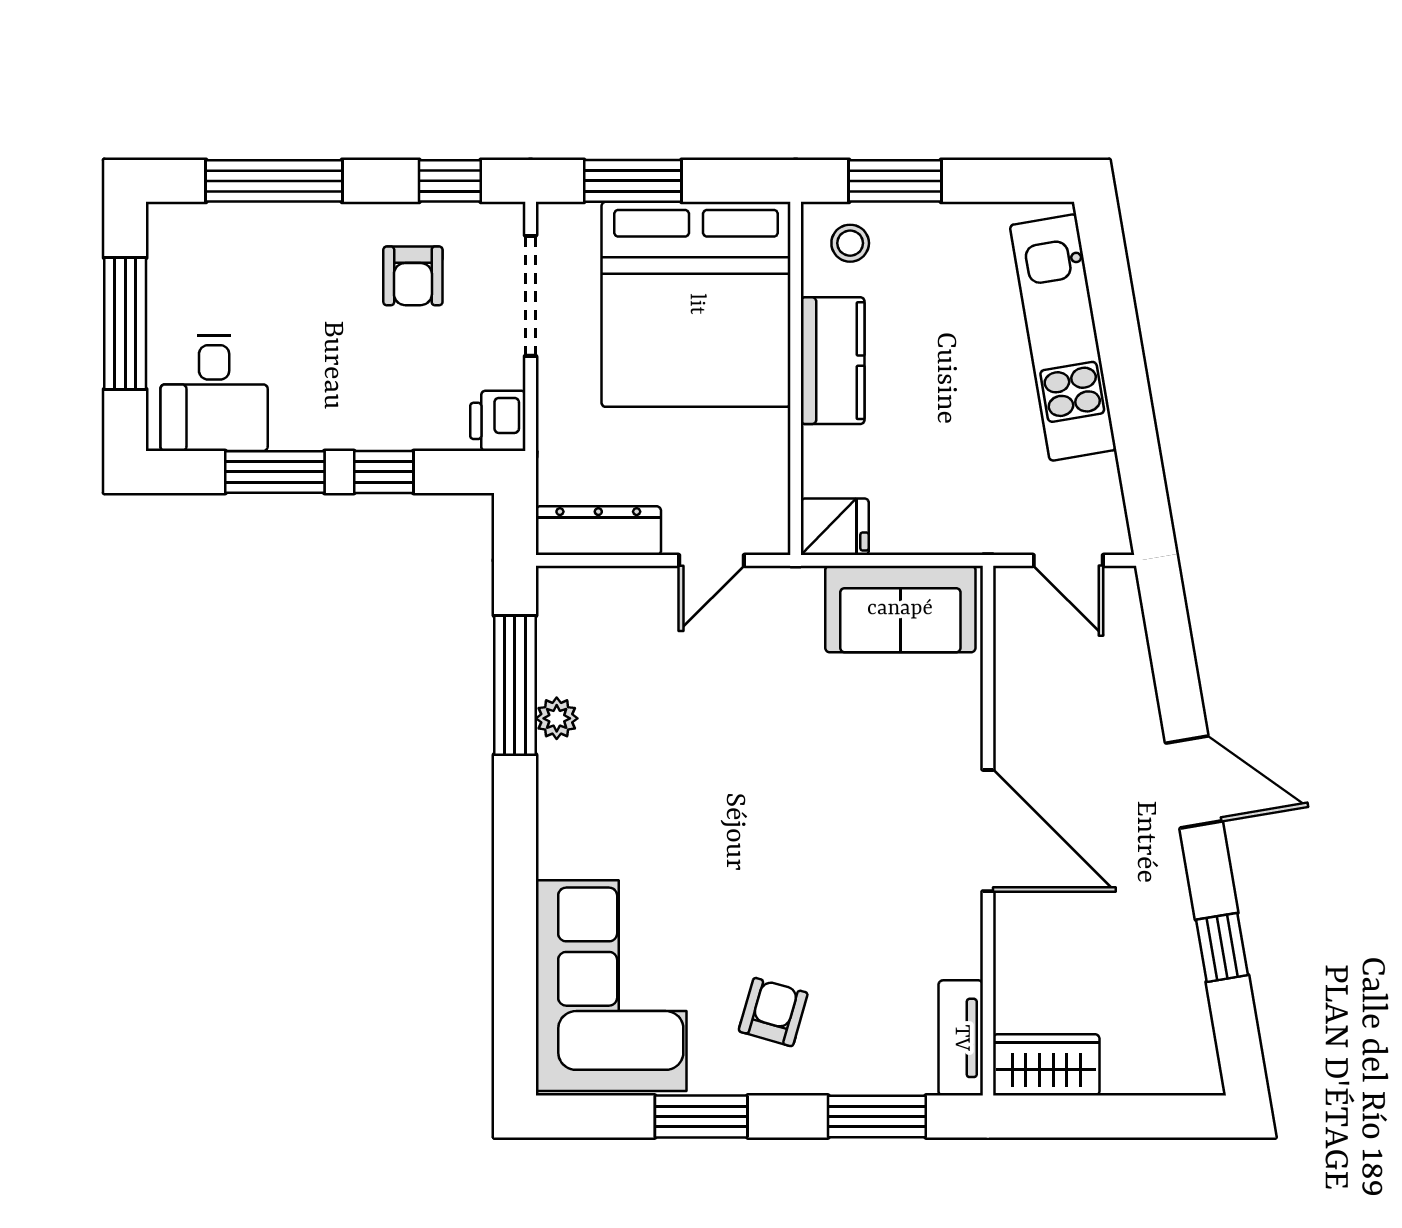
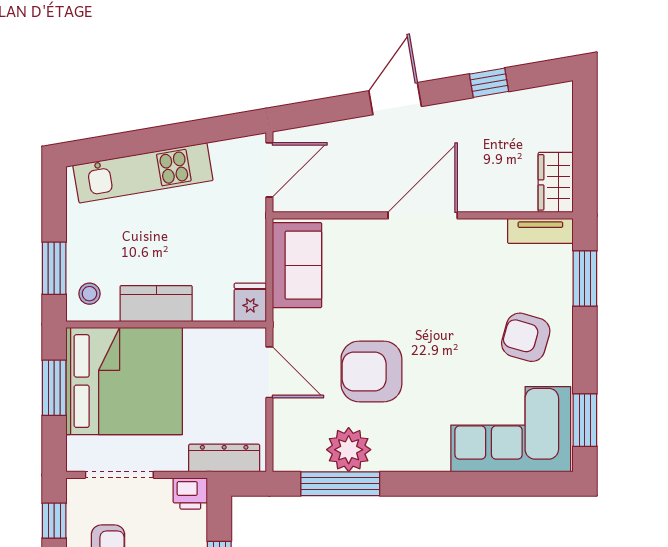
window: (633, 181) -> (54, 388), moved
dresser: (598, 531) -> (224, 458), moved, turned 90
door: (711, 560) -> (269, 372), width x1.38
door: (1068, 560) -> (269, 170), width x1.38
plant: (557, 718) -> (349, 450), width x1.87, depth x1.87
armchair: (713, 740) -> (371, 371), added
armchair: (773, 1012) -> (526, 337), width x1.38, depth x1.38
window: (701, 1116) -> (585, 420), moved

